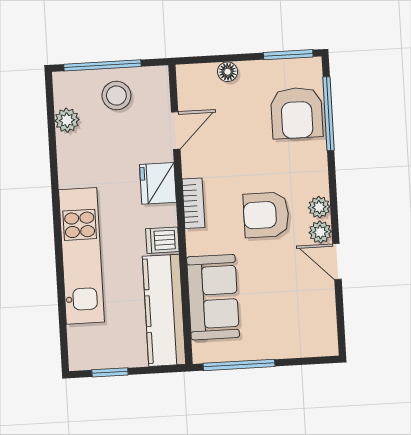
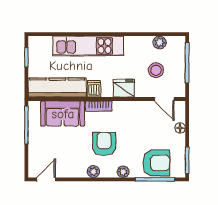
stool: (116, 95) -> (156, 70), moved
armchair: (297, 113) -> (156, 163), turned 180
door: (176, 131) -> (164, 99), moved
bookcase: (193, 203) -> (99, 106), moved
plant: (319, 207) -> (123, 172), moved
door: (337, 262) -> (46, 179), moved

